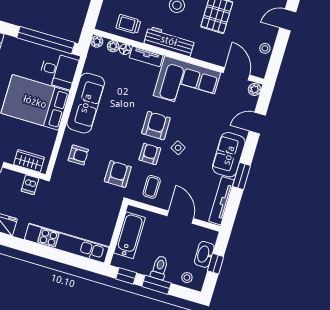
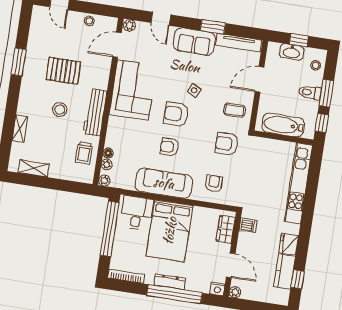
tv unit: (146, 56) -> (112, 132), removed
armchair: (150, 154) -> (170, 147), moved

